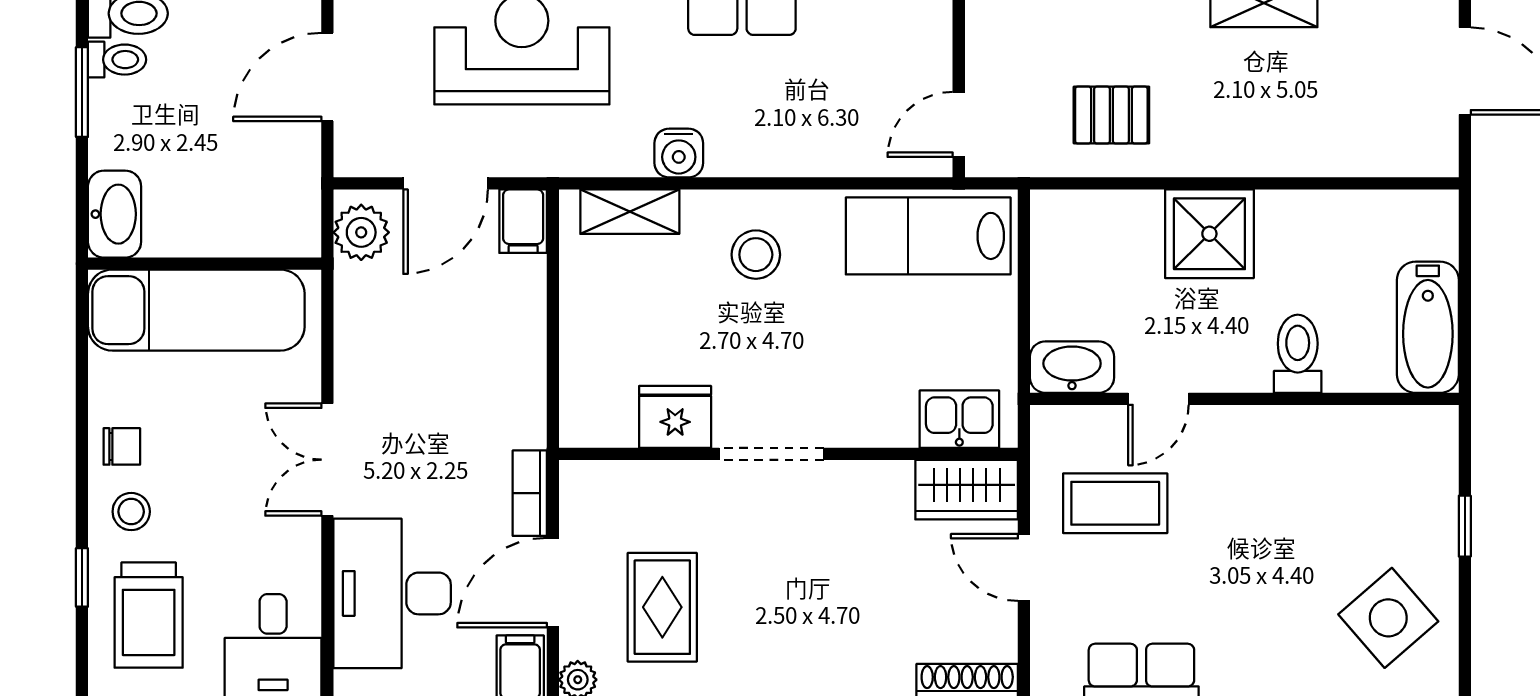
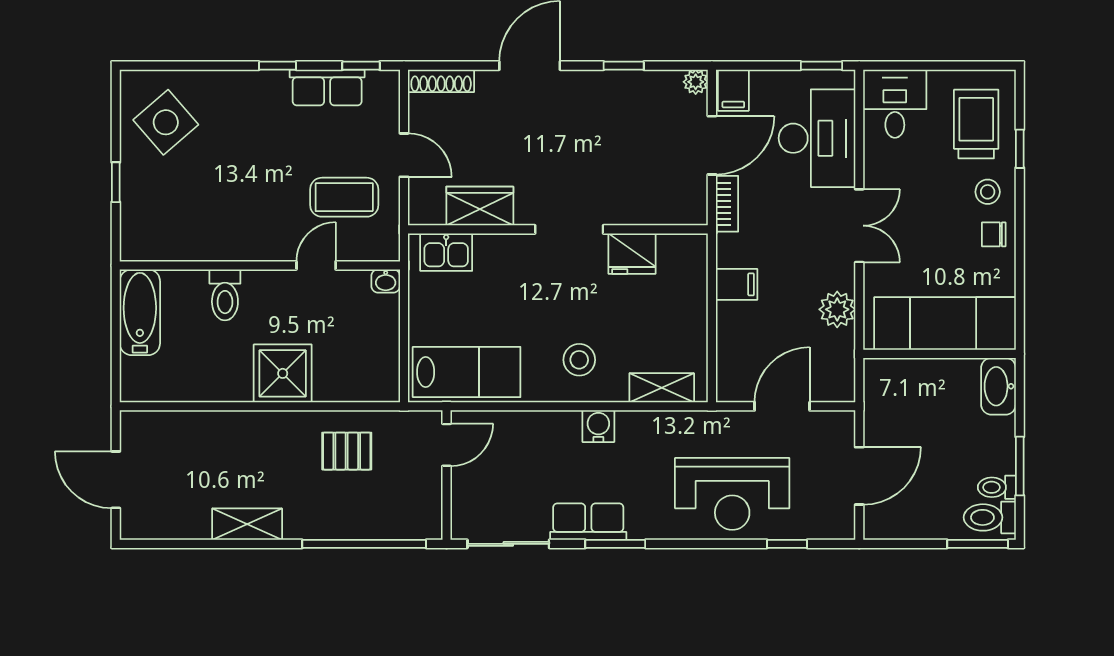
water cooler: (679, 153) -> (598, 426), moved
filing cabinet: (523, 221) -> (737, 284), moved, turned 90
plant: (361, 232) -> (837, 309), moved
washbasin: (1072, 367) -> (386, 281), width x0.52, depth x0.69
wardrobe: (967, 490) -> (480, 206), moved
rug: (662, 607) -> (640, 129), removed

